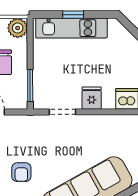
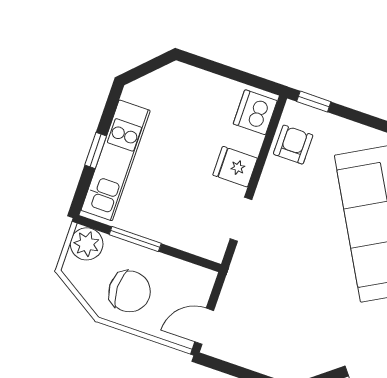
window: (30, 86) -> (135, 239), moved
armchair: (21, 172) -> (293, 145), moved, turned -90

